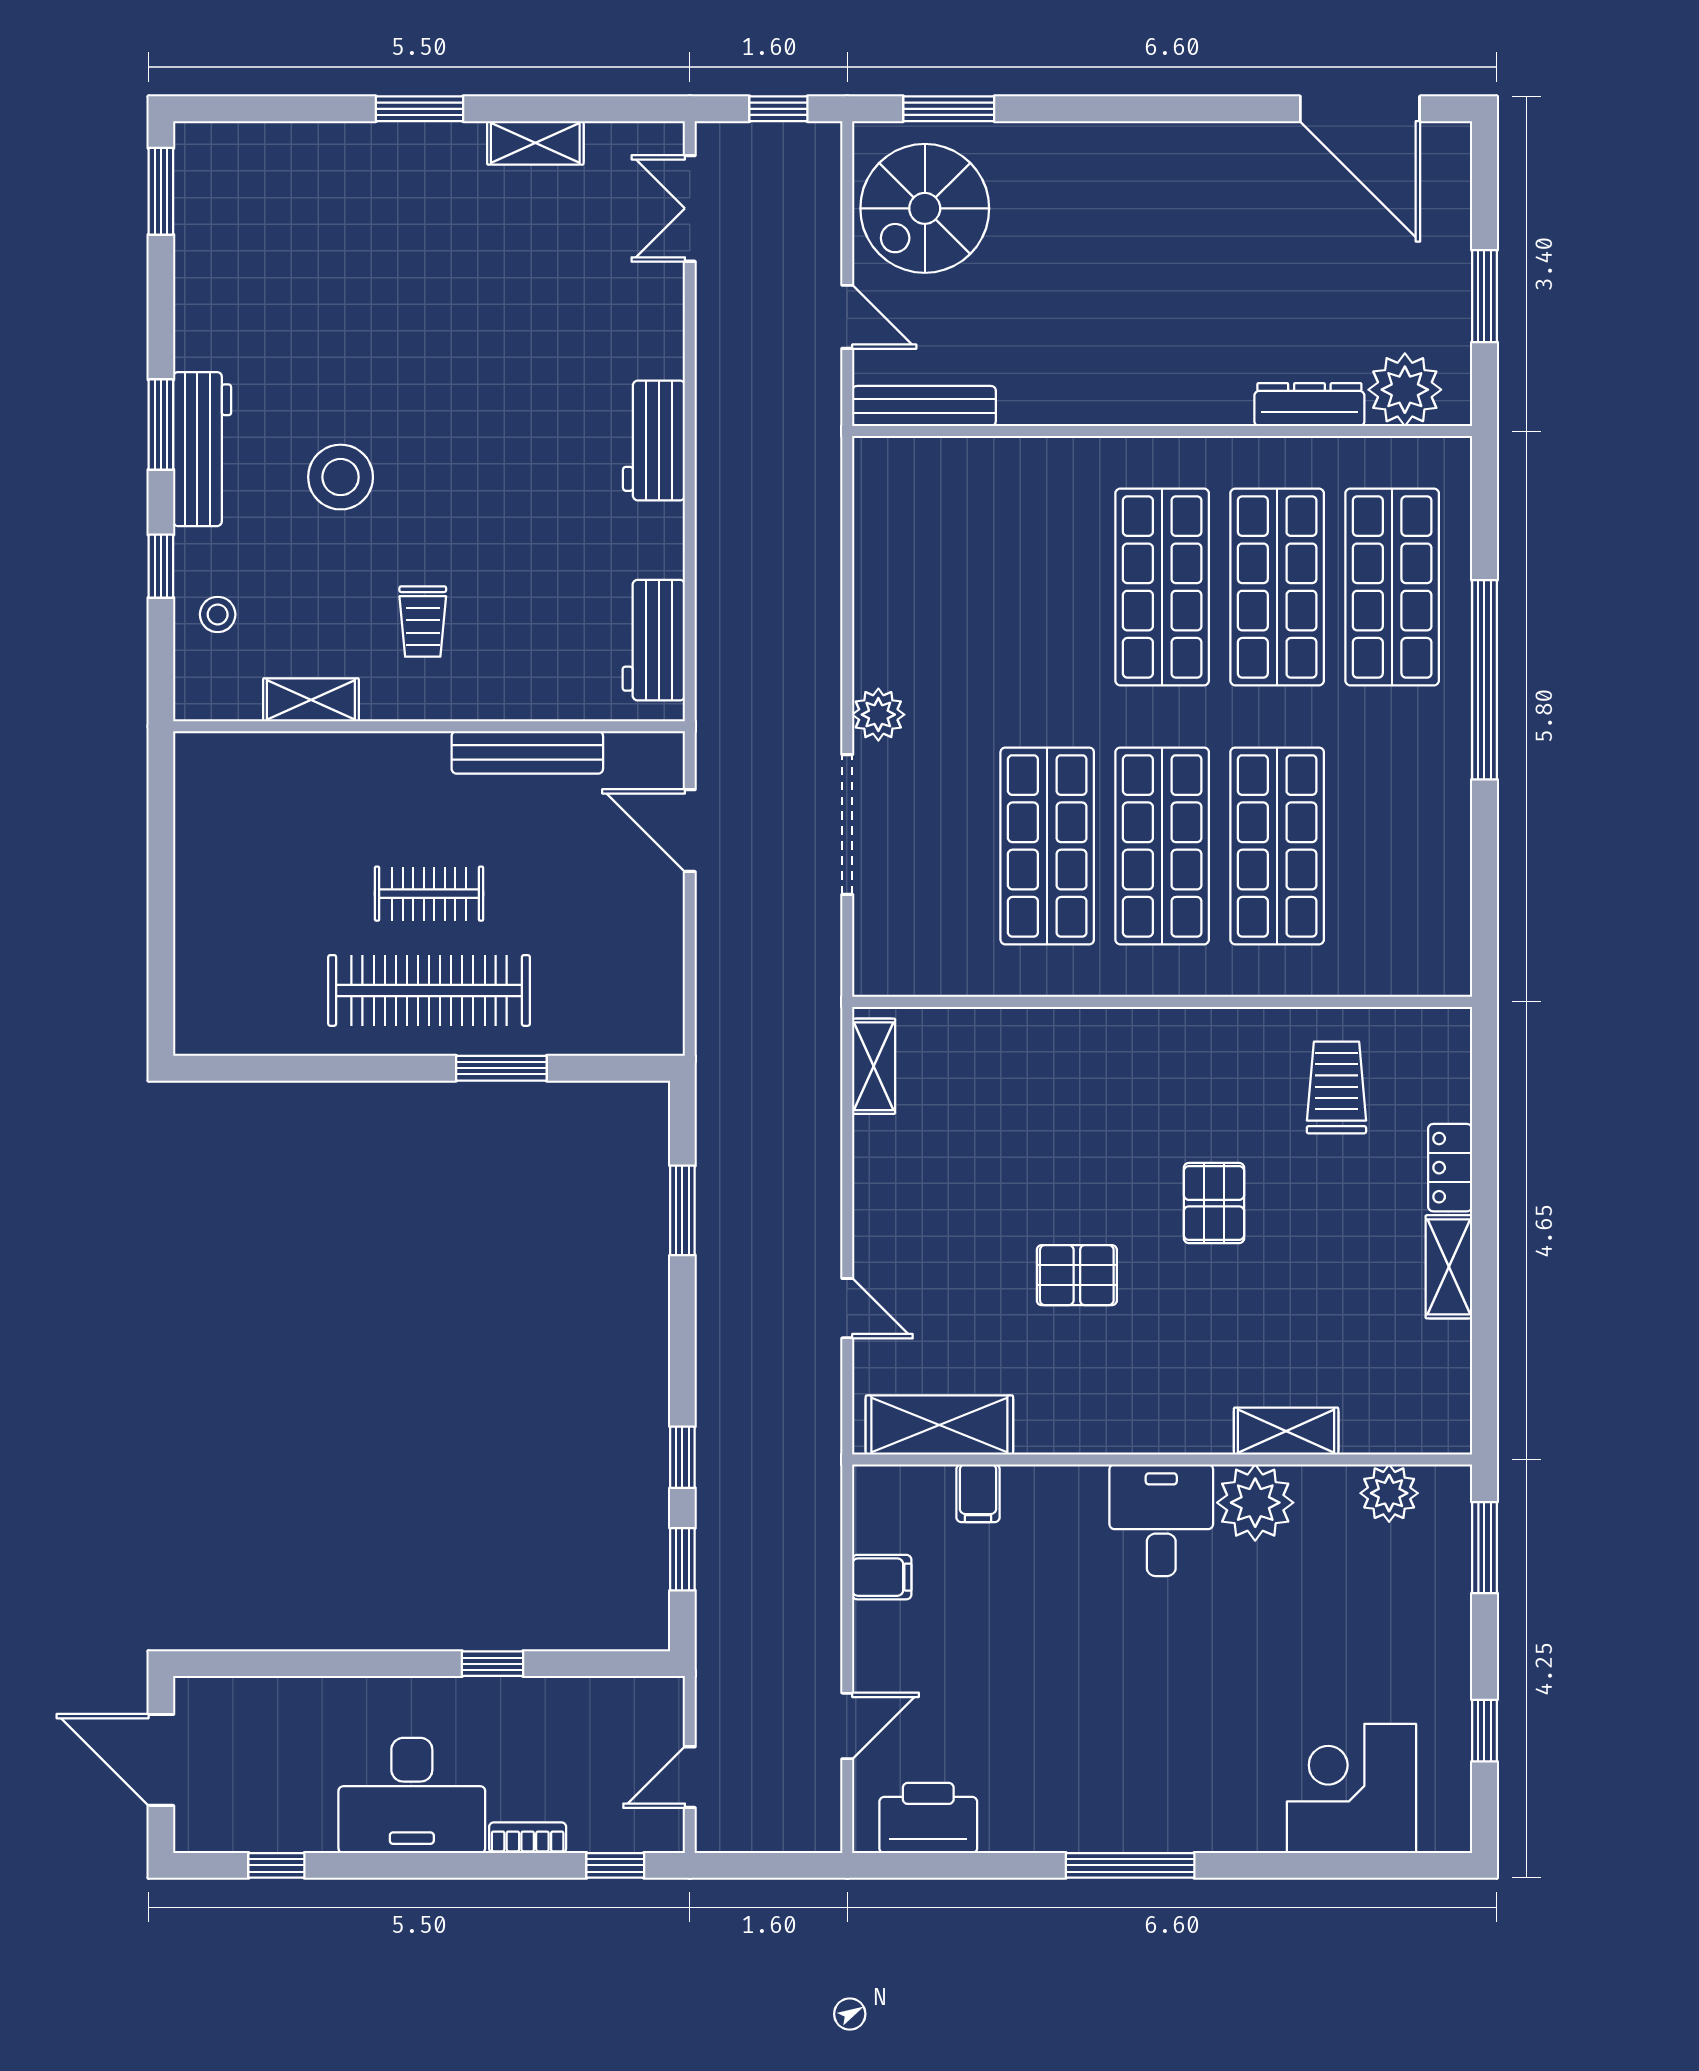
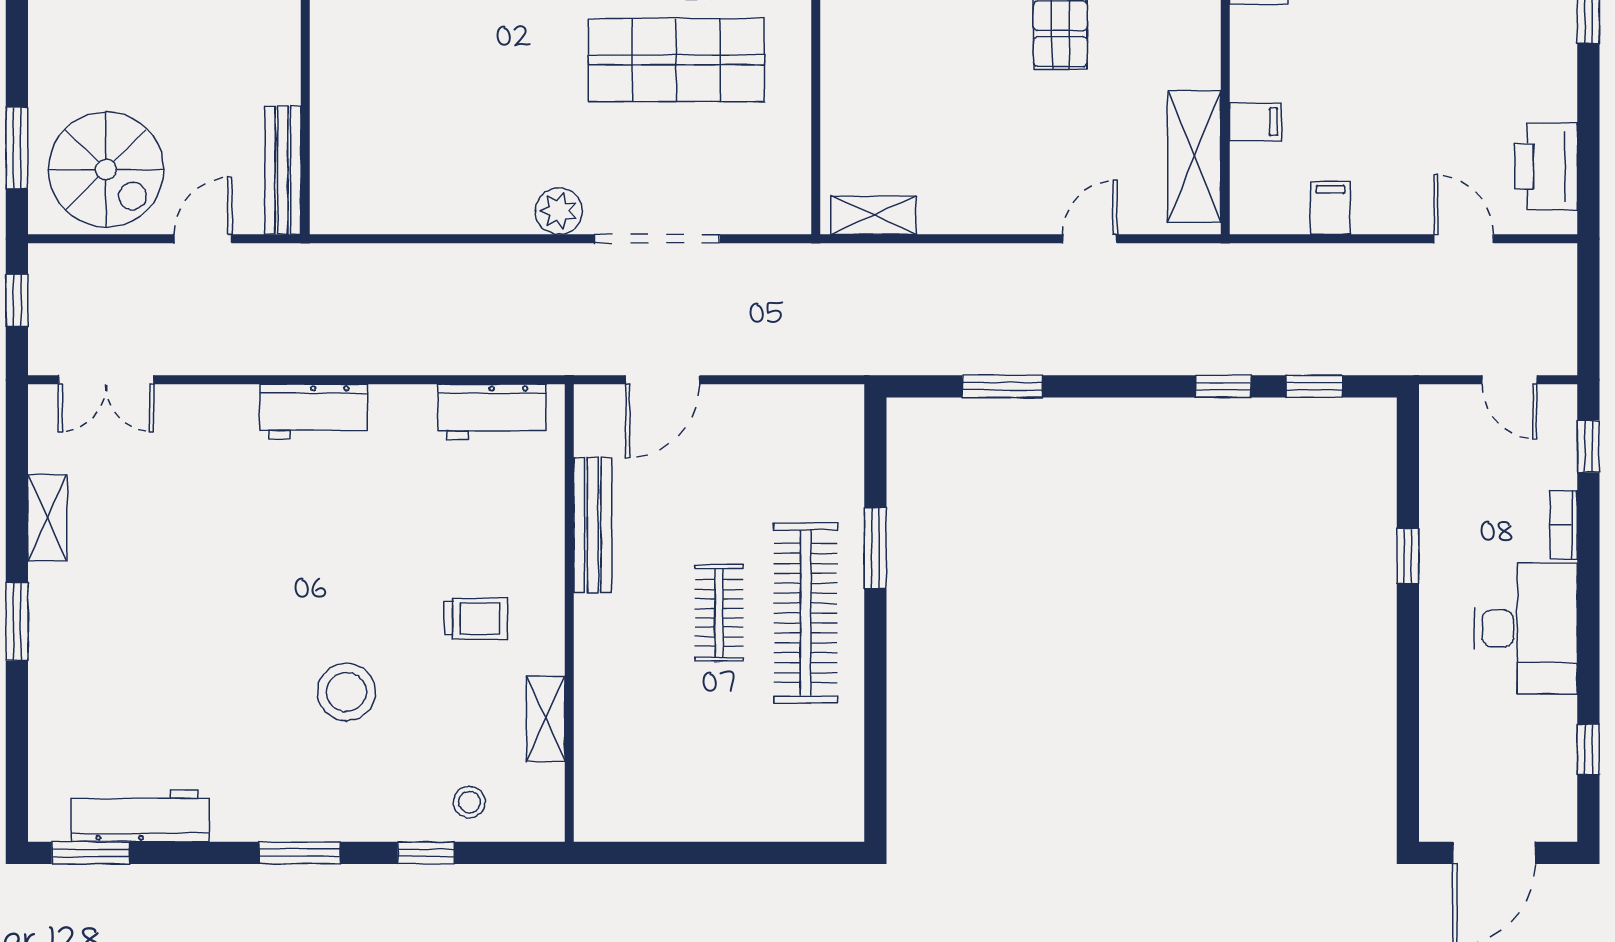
workbench: (202, 449) -> (140, 816), moved

